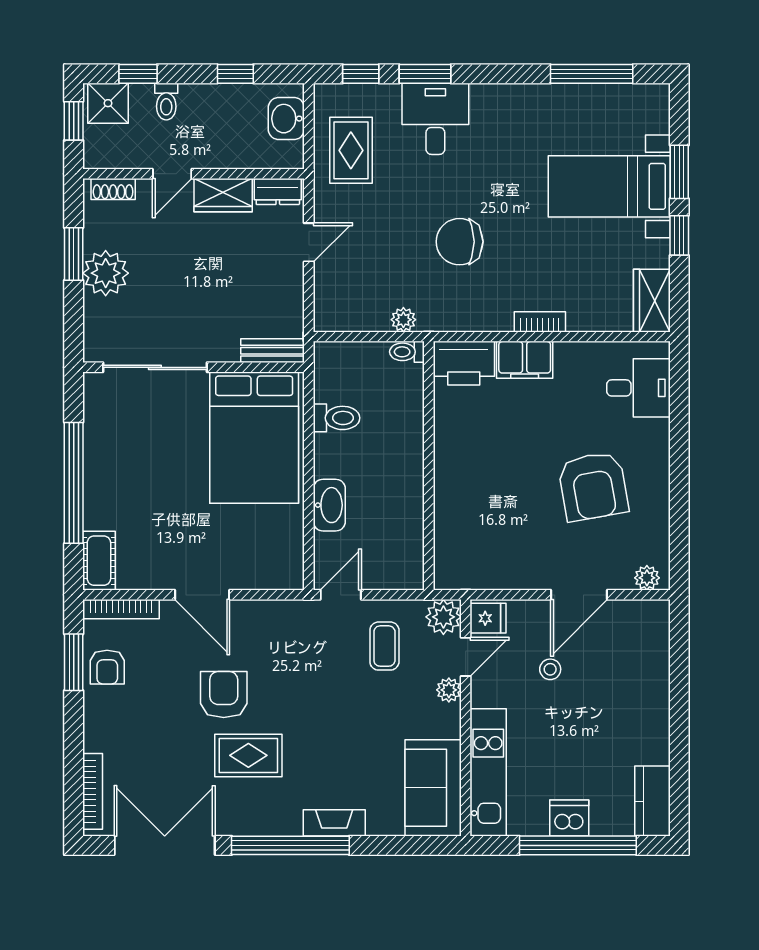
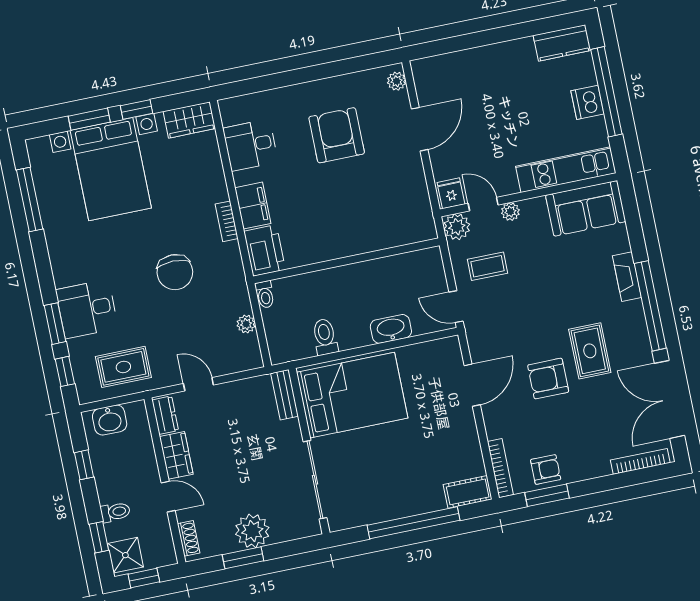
bed with nightstands: (609, 186) -> (111, 169), width x1.36
plant: (403, 320) -> (246, 324), moved
bookcase: (540, 322) -> (227, 221), moved
desk: (638, 388) -> (251, 145), moved, turned -90
armchair: (593, 486) -> (337, 135), turned -80
door: (202, 595) -> (472, 385), moved
door: (579, 595) -> (420, 129), hinge flipped
stool: (550, 669) -> (479, 139), removed

